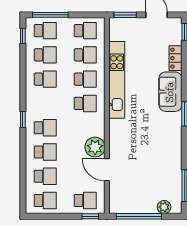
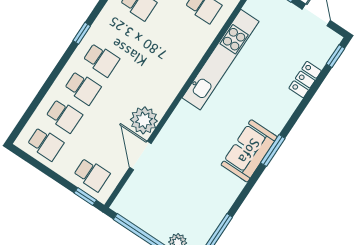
school desk: (85, 79) -> (185, 34), removed
sofa: (170, 92) -> (249, 151), moved
school desk: (85, 103) -> (166, 63), removed

